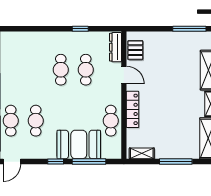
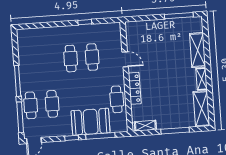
dresser: (115, 47) -> (116, 36), removed
pallet: (135, 50) -> (134, 37), removed

